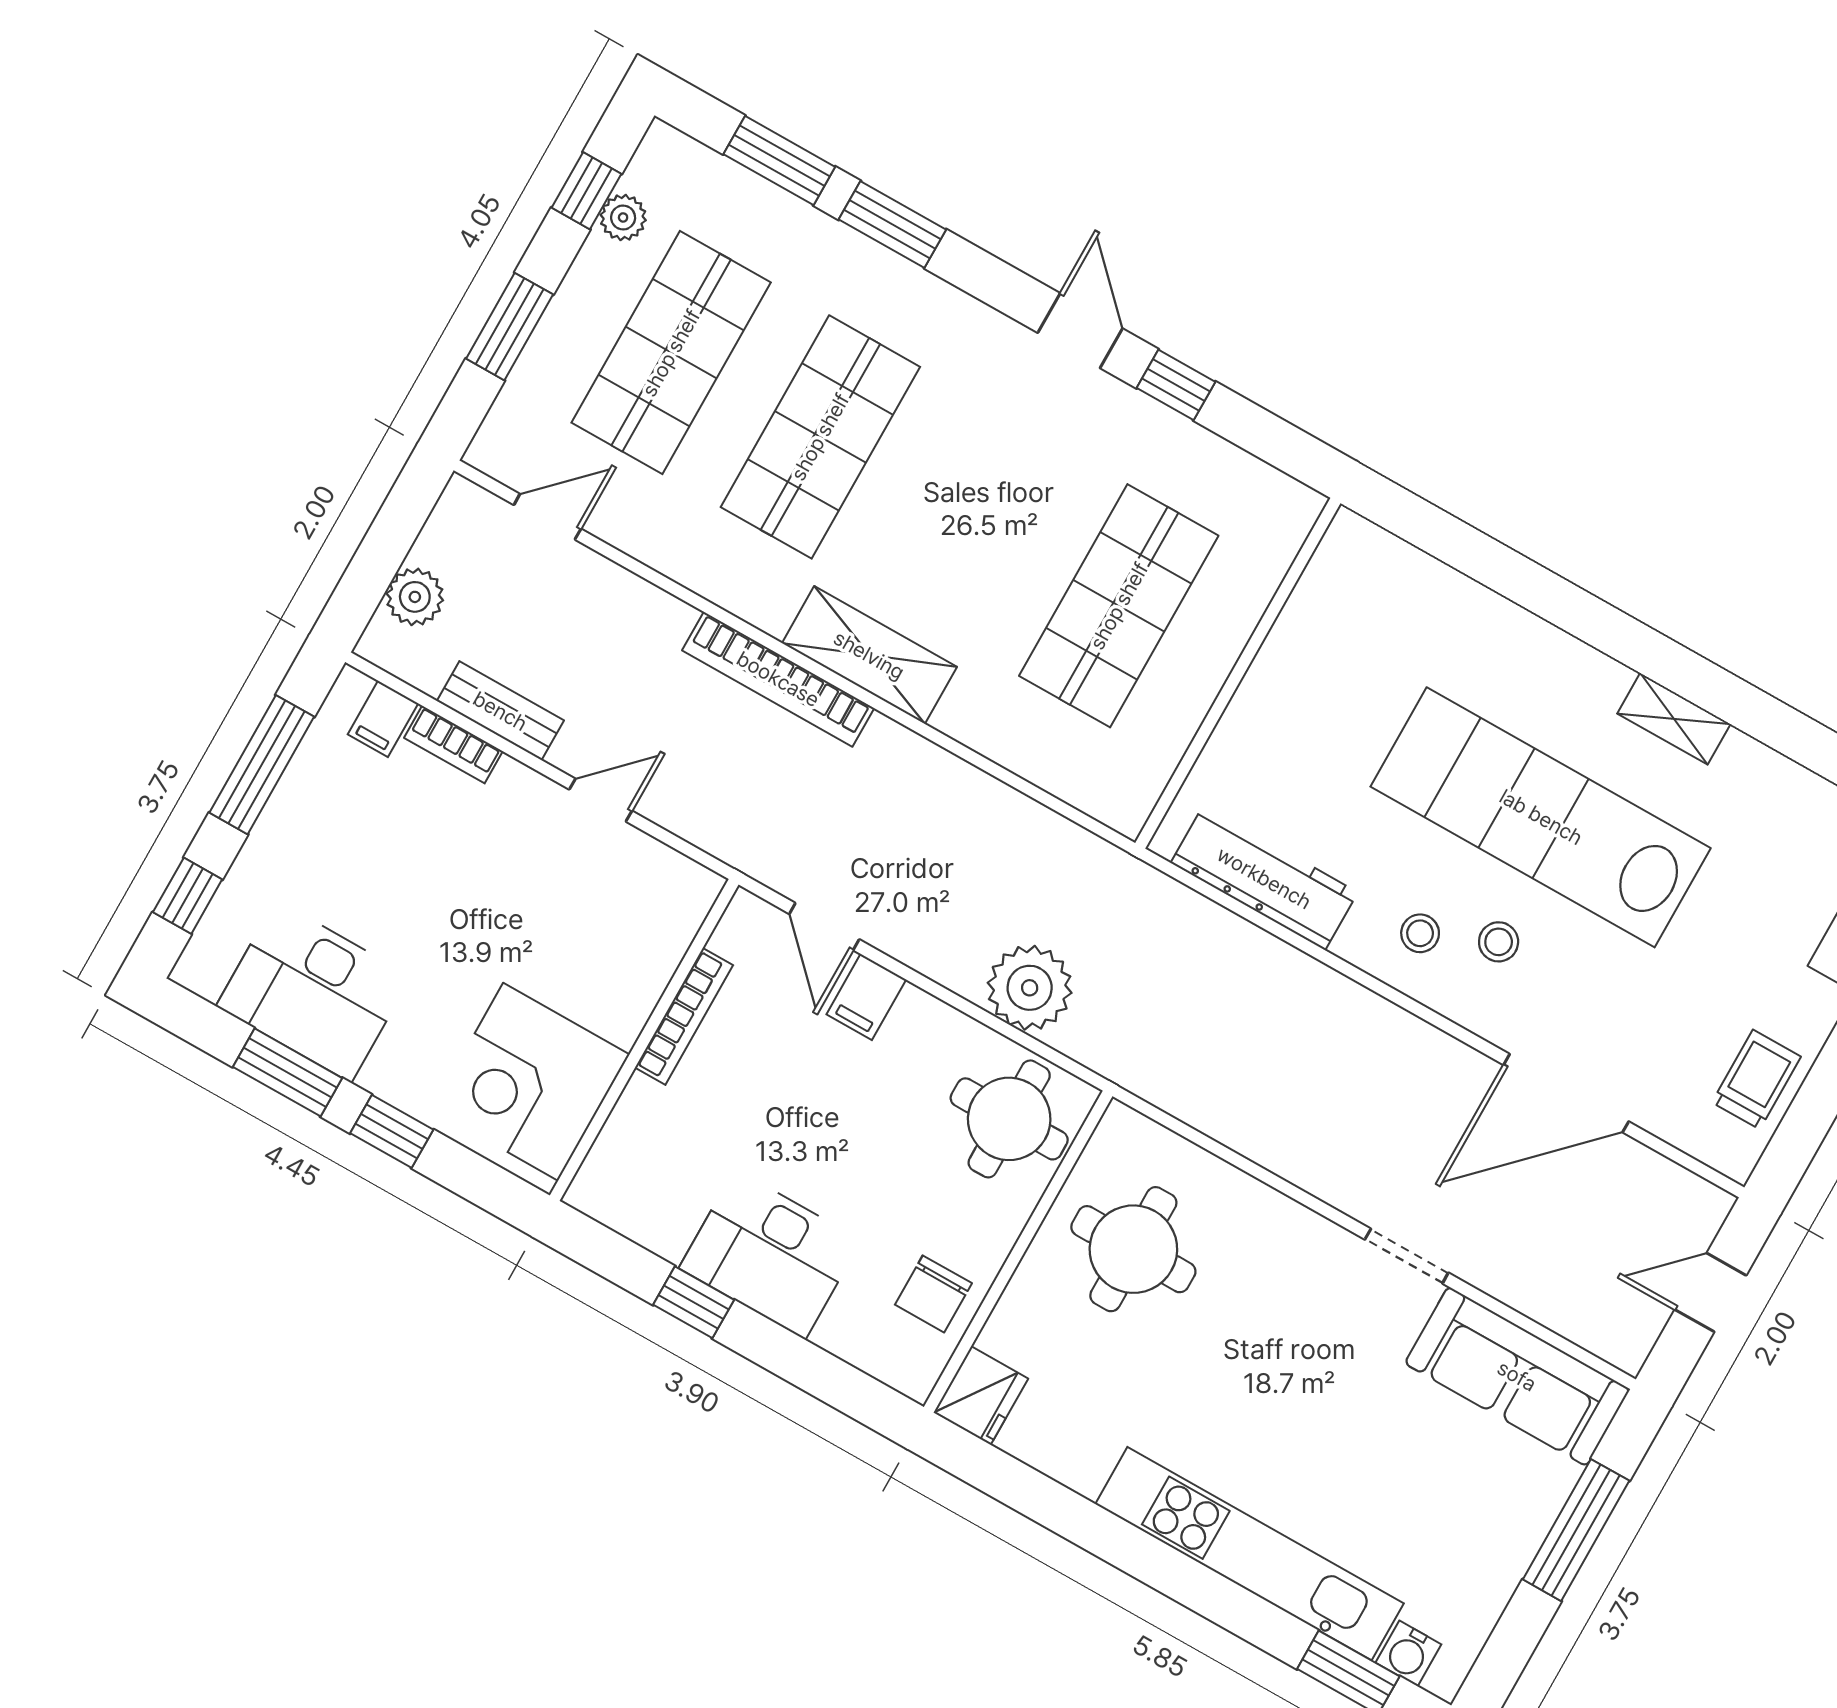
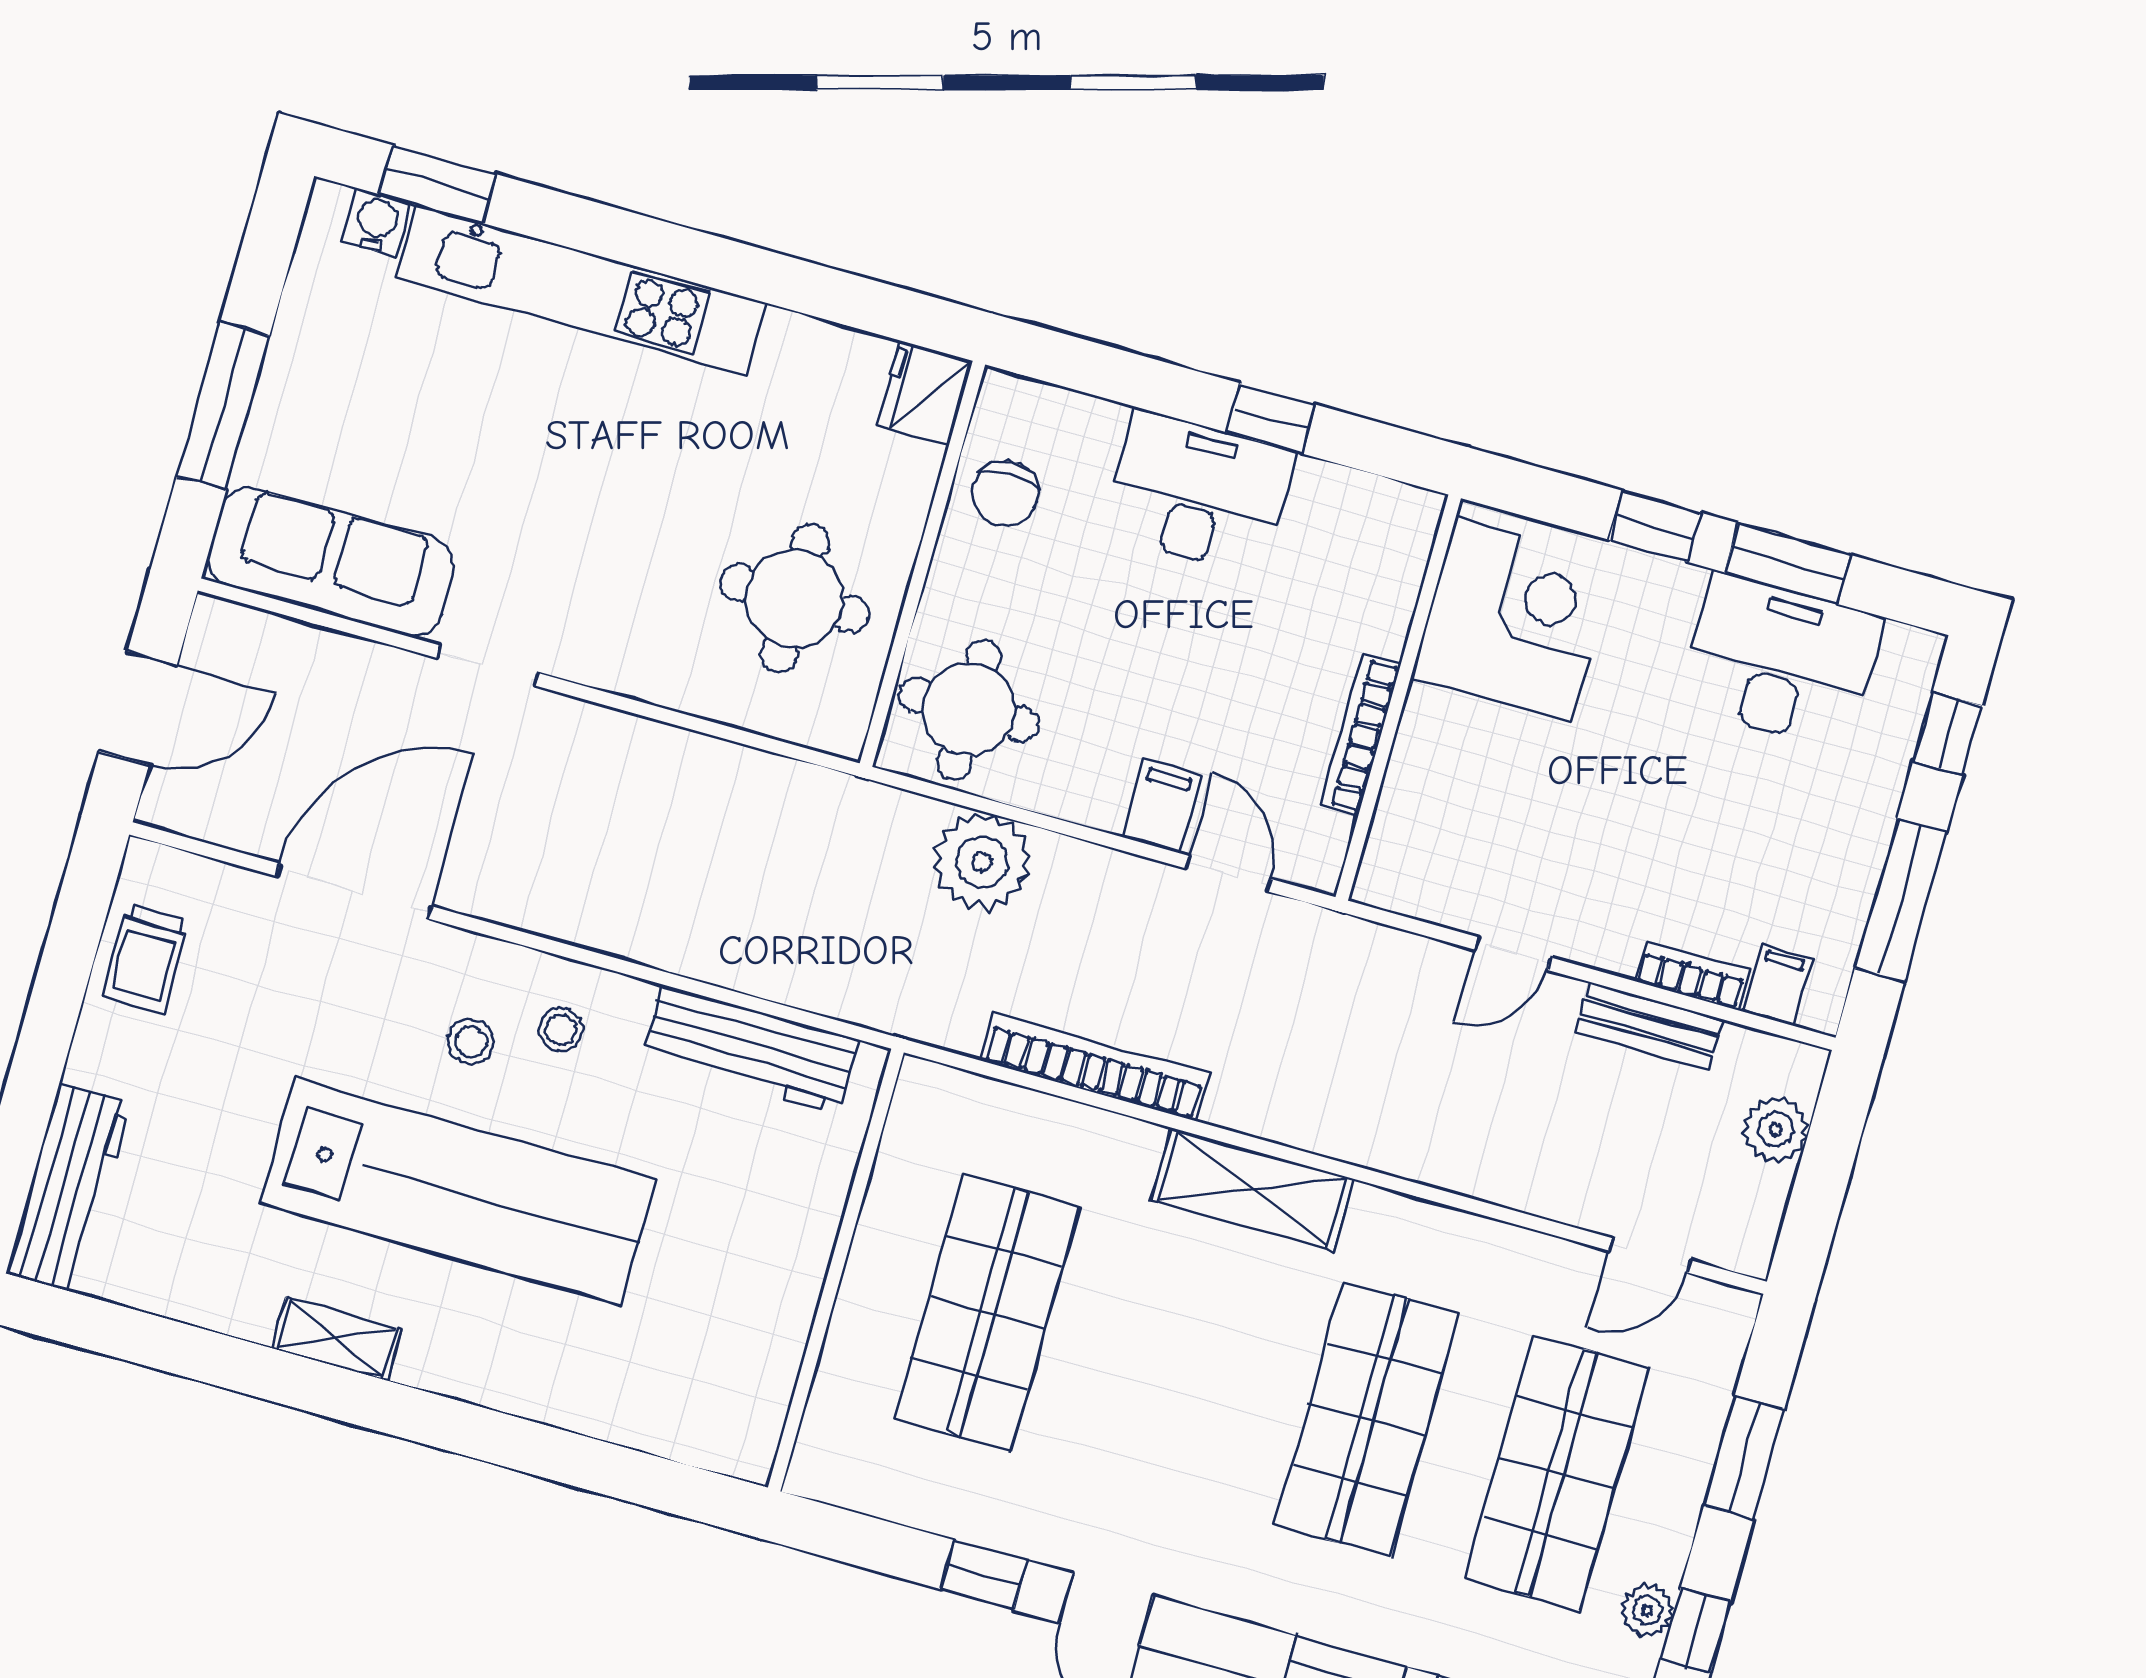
bookcase: (778, 679) -> (1095, 1066), moved
door: (1710, 1292) -> (138, 708), width x1.37
chair: (933, 1294) -> (1005, 493), turned 180

